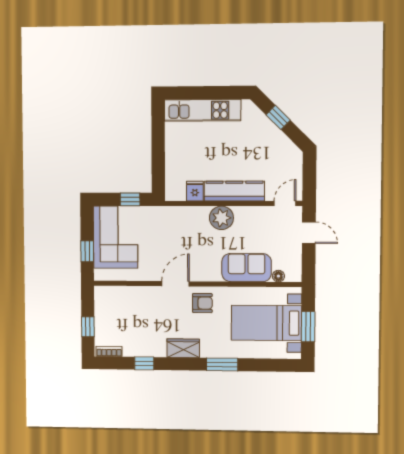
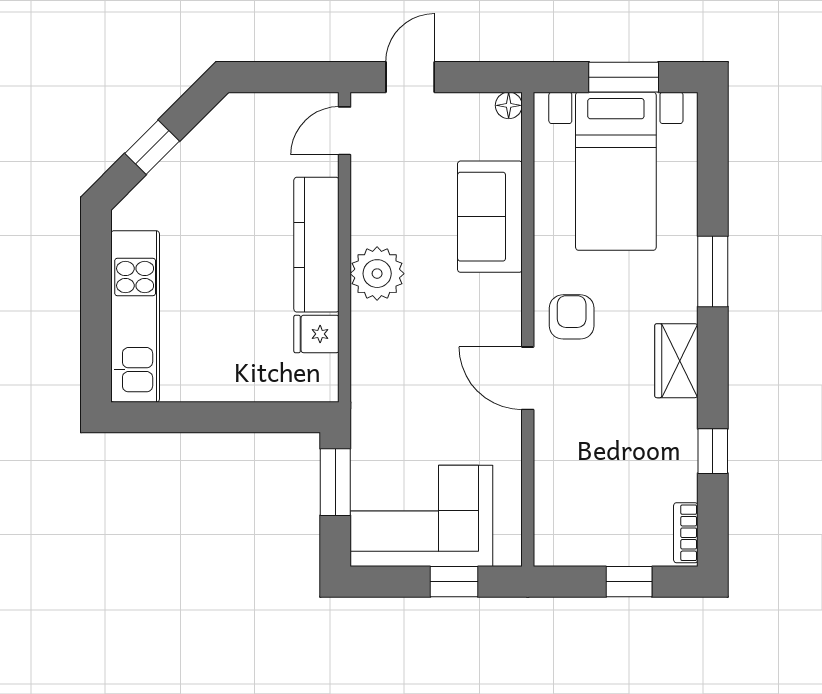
window: (130, 199) -> (335, 482), width x1.50
door: (285, 203) -> (345, 131), hinge flipped
floor lamp: (278, 276) -> (509, 105), moved

